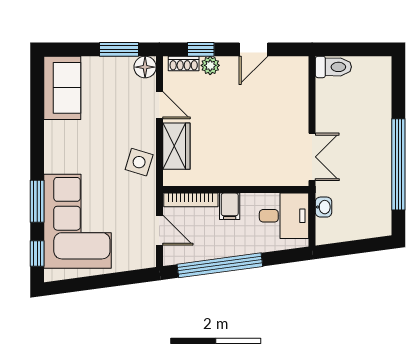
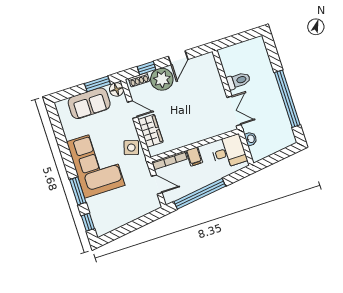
plant: (210, 65) -> (162, 79), width x1.87, depth x1.87
toilet: (333, 67) -> (238, 81), moved
sofa: (62, 88) -> (89, 103), moved, turned 90
corner sofa: (78, 221) -> (96, 163), moved

